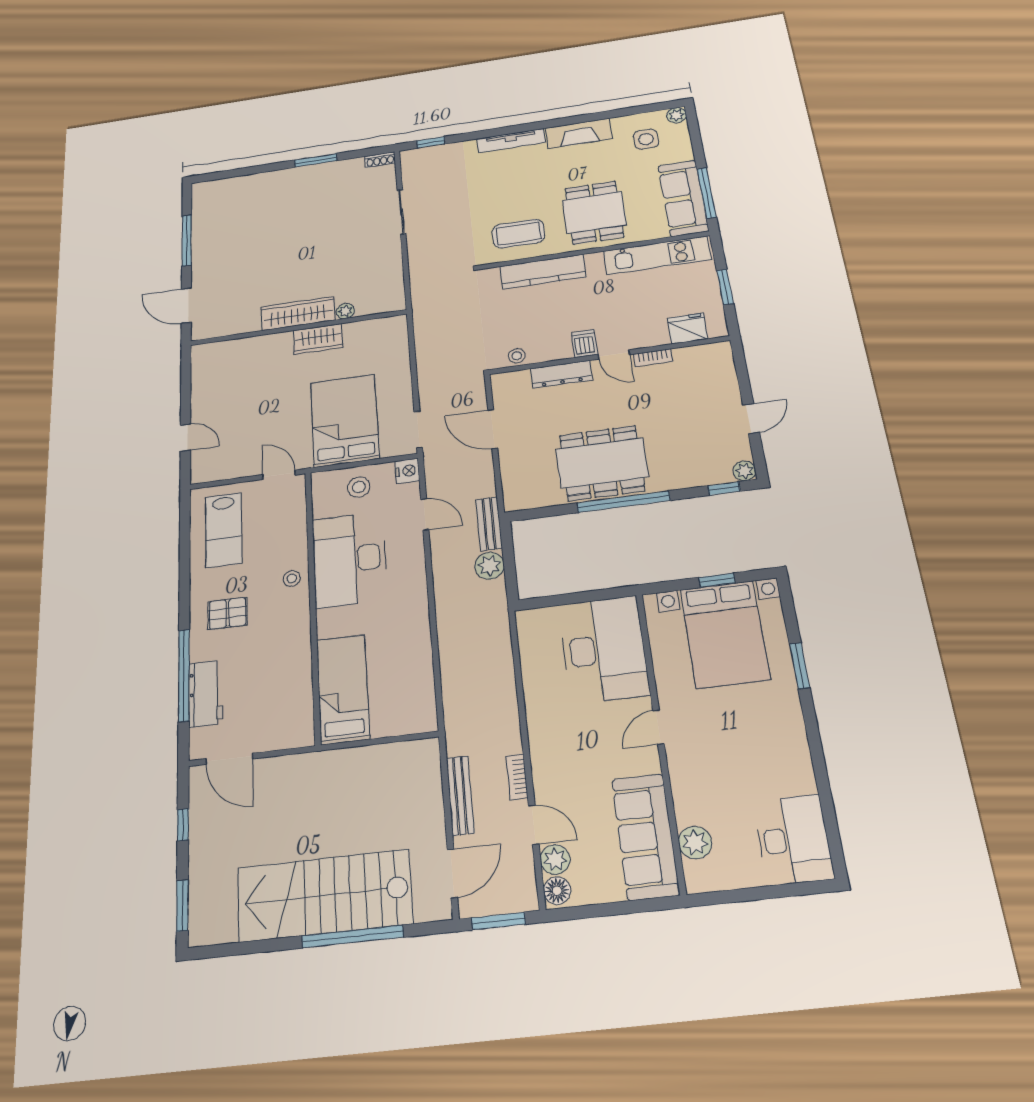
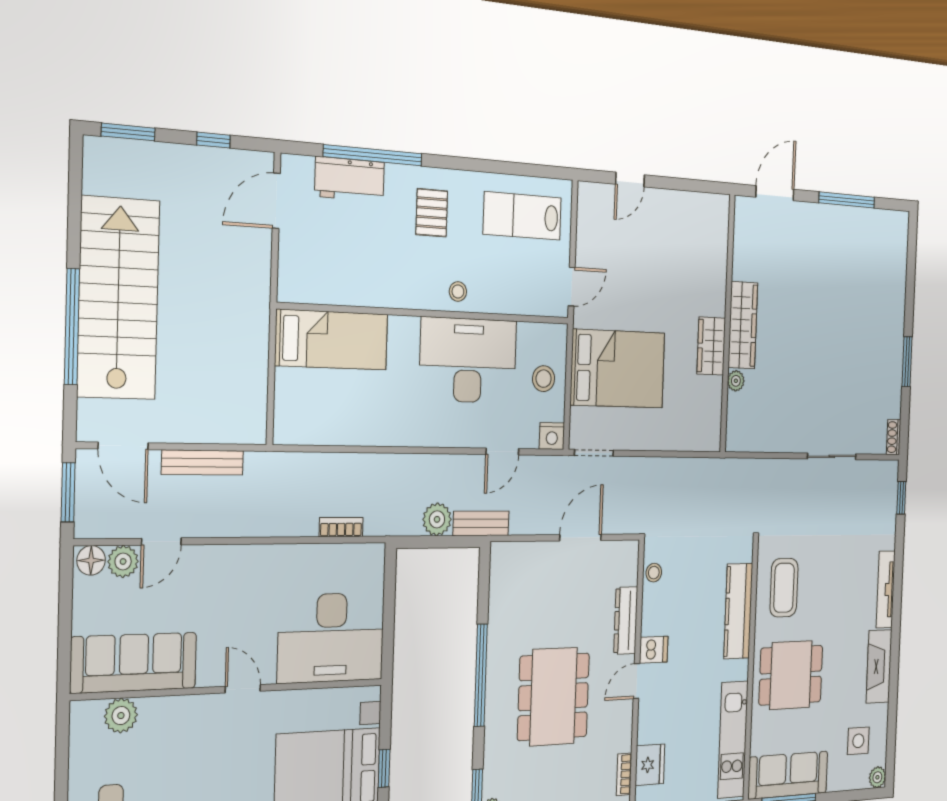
bookcase: (653, 358) -> (624, 774), moved
dining table: (602, 463) -> (553, 697), moved
bookcase: (517, 777) -> (341, 527), moved

